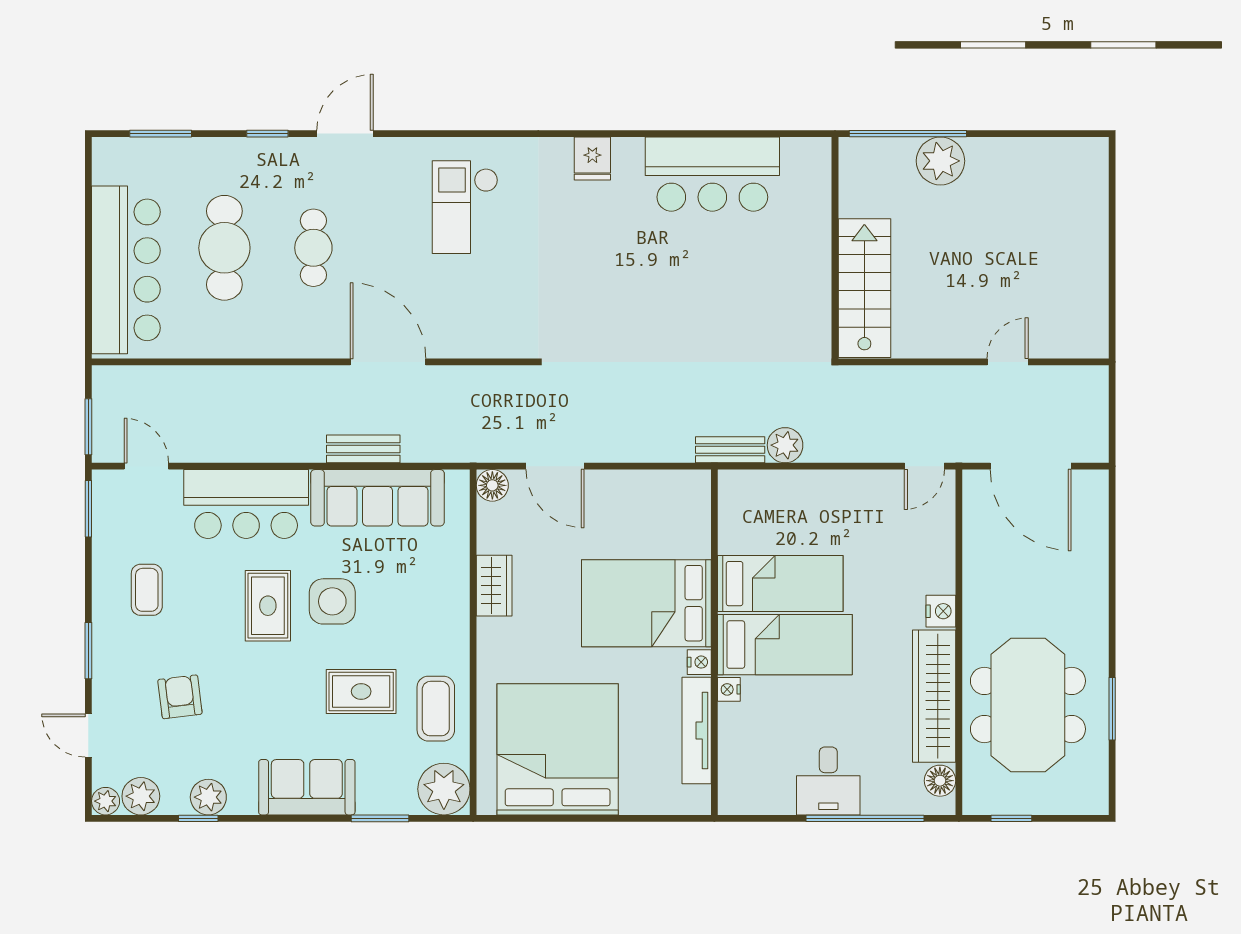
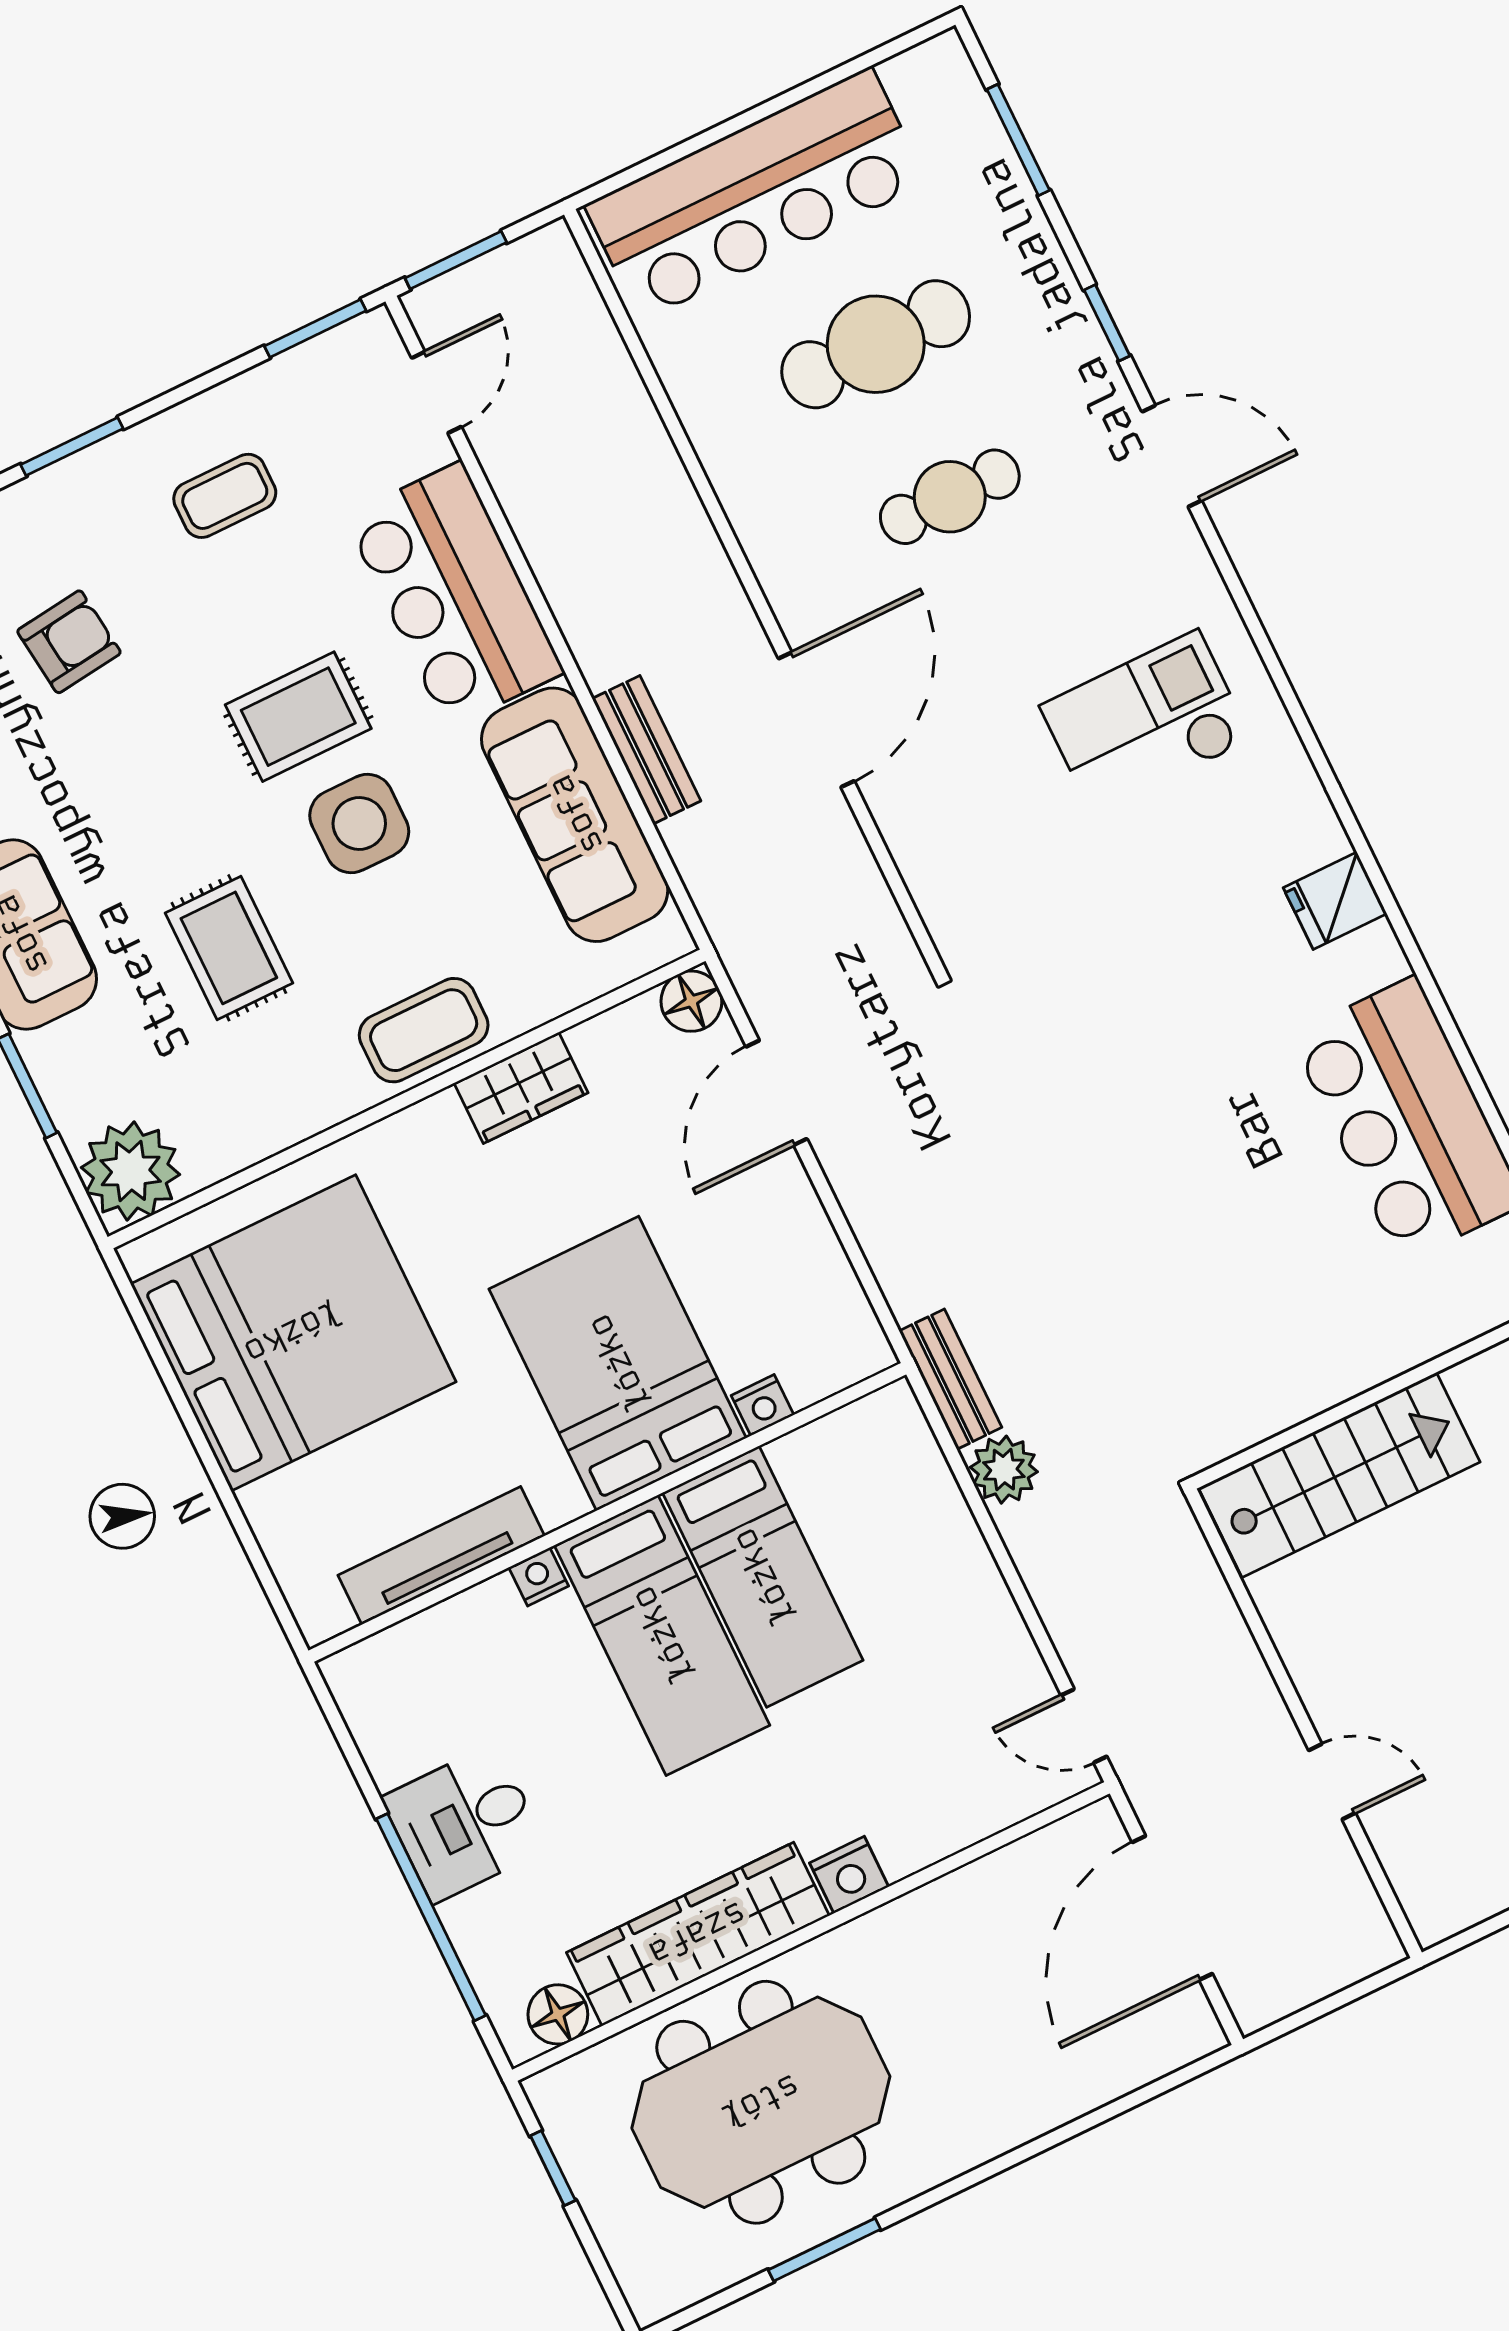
nightstand: (699, 662) -> (763, 1405), moved
coffee table: (436, 709) -> (424, 1030), moved

